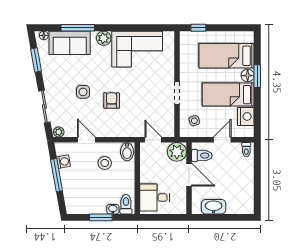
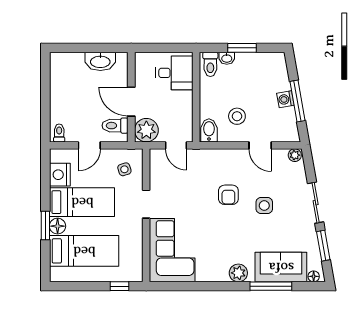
corner sofa: (137, 49) -> (172, 250), moved, turned 90
sliding door: (44, 107) -> (316, 203), moved
washing machine: (64, 162) -> (285, 99), moved

